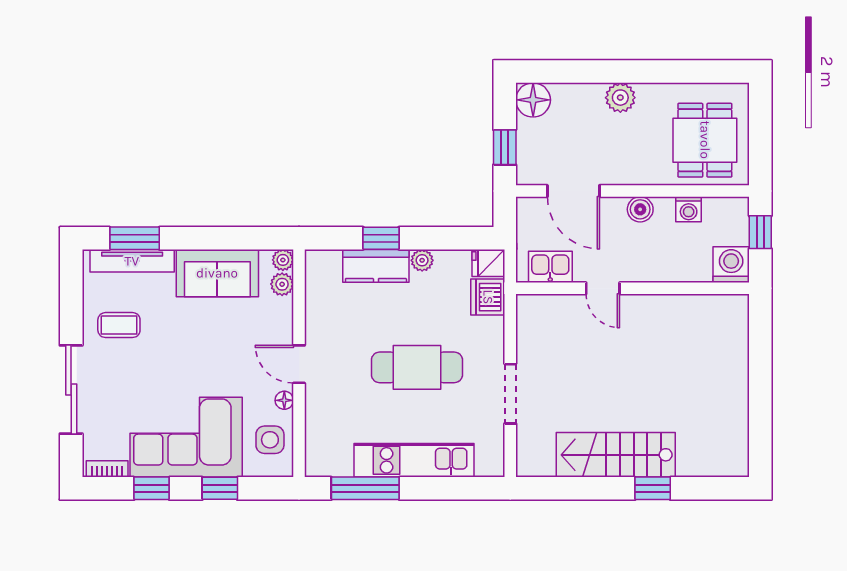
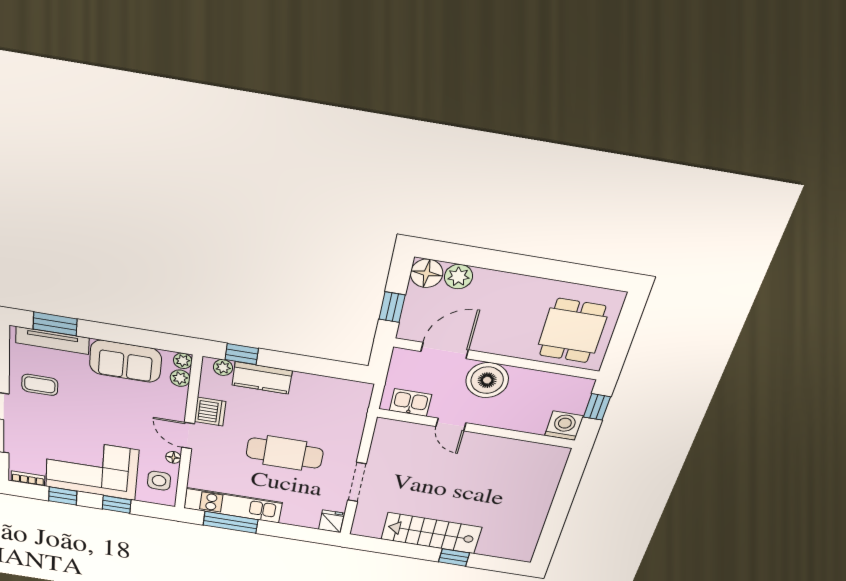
plant: (620, 98) -> (458, 277), moved
door: (573, 191) -> (445, 351), swing flipped
boiler: (640, 209) -> (487, 380), width x1.86, depth x1.86
washing machine: (689, 209) -> (541, 380), removed
window: (381, 238) -> (242, 354), moved
plant: (422, 260) -> (223, 368), moved
fridge: (488, 263) -> (331, 521), moved, turned 90
dishwasher: (488, 297) -> (210, 412), moved, turned 180
kitchen unit: (414, 460) -> (233, 505), moved

